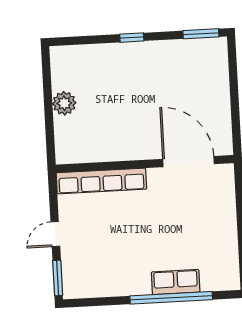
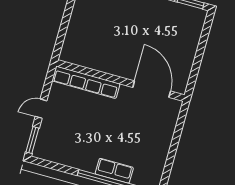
plant: (64, 103) -> (78, 19), removed

